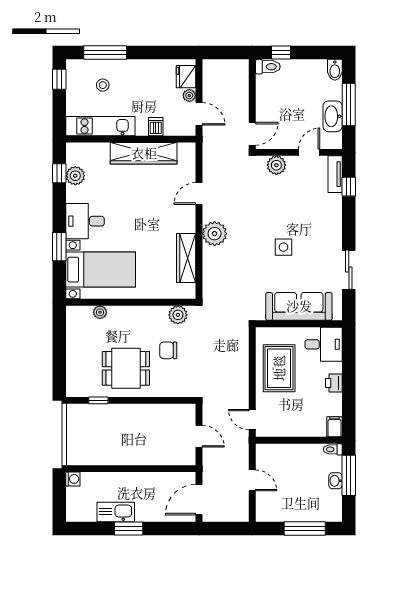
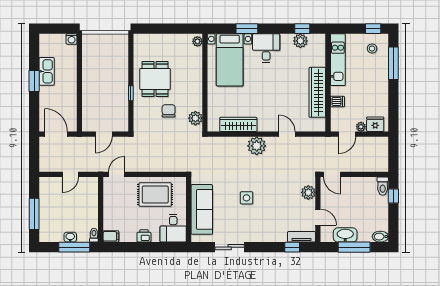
stool: (103, 85) -> (372, 49), moved
plant: (100, 312) -> (197, 41), moved
window: (98, 400) -> (131, 93), moved

